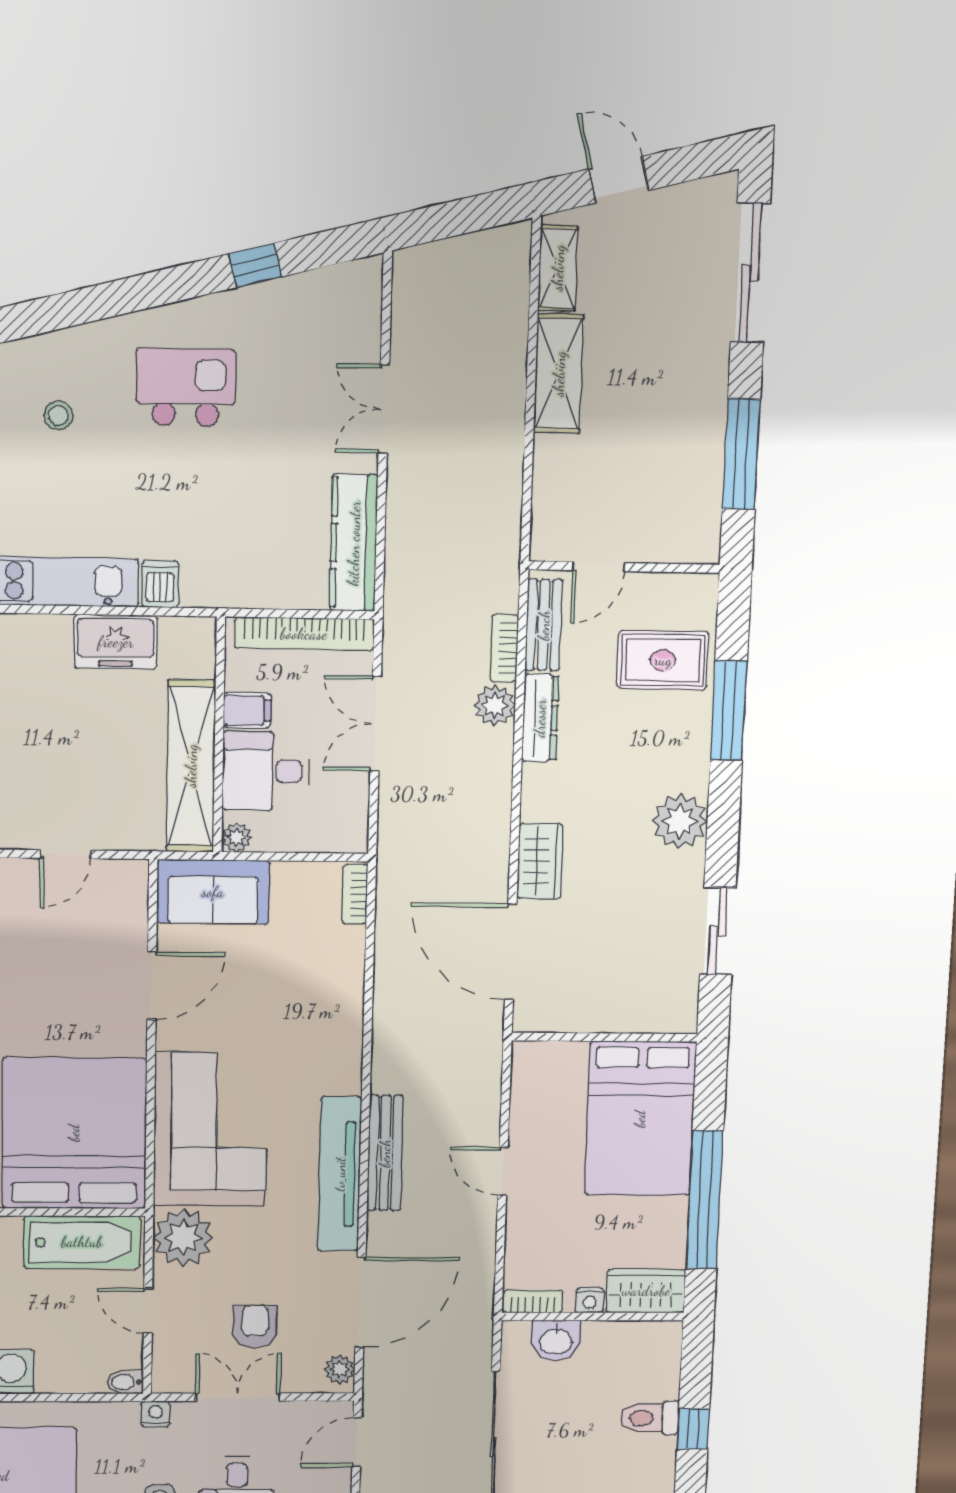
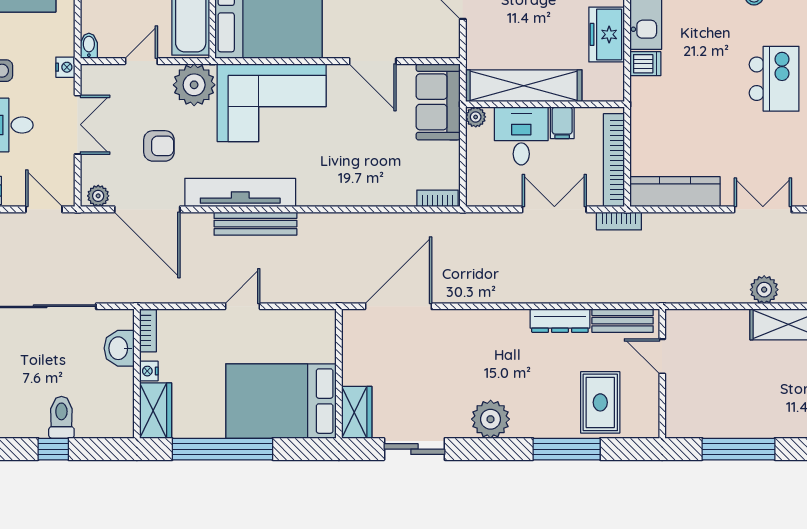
bookcase: (504, 648) -> (619, 221), moved, turned 180
plant: (495, 705) -> (764, 290), moved
wardrobe: (540, 861) -> (357, 412), moved, turned -90
armchair: (255, 1326) -> (159, 146), moved

